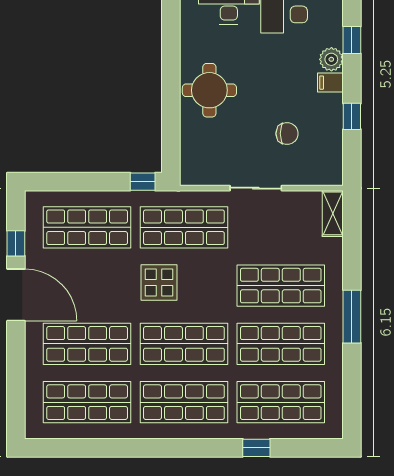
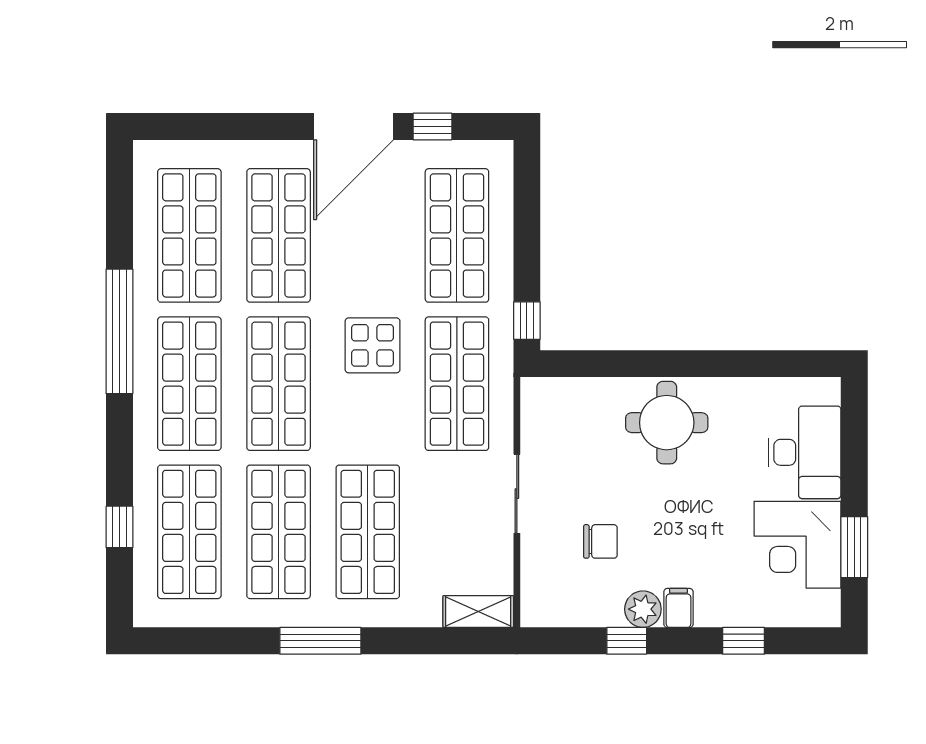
plant: (331, 59) -> (643, 609), moved
chair: (287, 134) -> (600, 541), turned -90
window: (150, 448) -> (119, 331), added
window: (256, 448) -> (119, 527), moved

